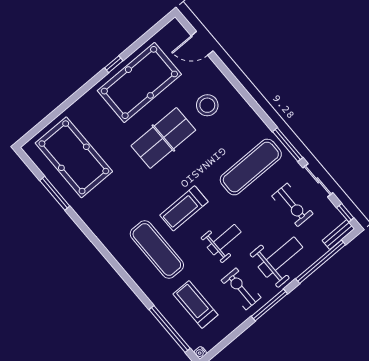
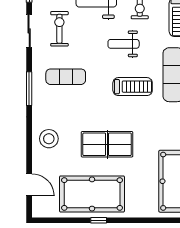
stool: (207, 105) -> (49, 139), moved
window: (288, 145) -> (29, 89), moved
exercise mat: (251, 167) -> (66, 77), width x0.73, depth x0.69

